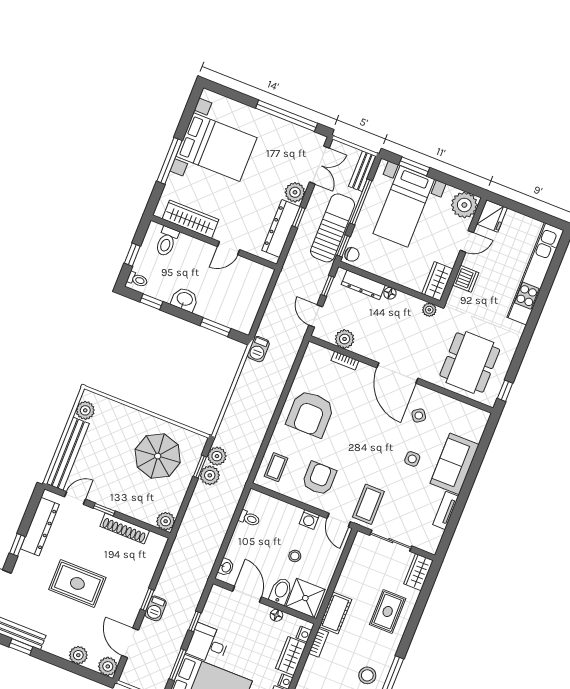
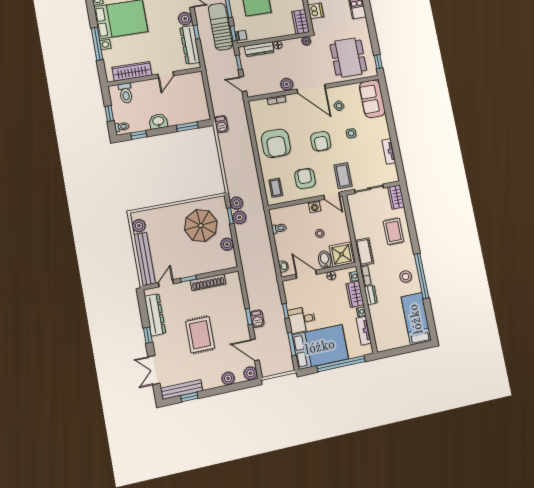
plant: (345, 339) -> (287, 84), moved
armchair: (368, 445) -> (321, 141), added
sofa: (455, 464) -> (372, 99), moved
plant: (166, 521) -> (227, 244), moved
rug: (77, 583) -> (200, 335), turned 90
dresser: (310, 669) -> (371, 295), added

